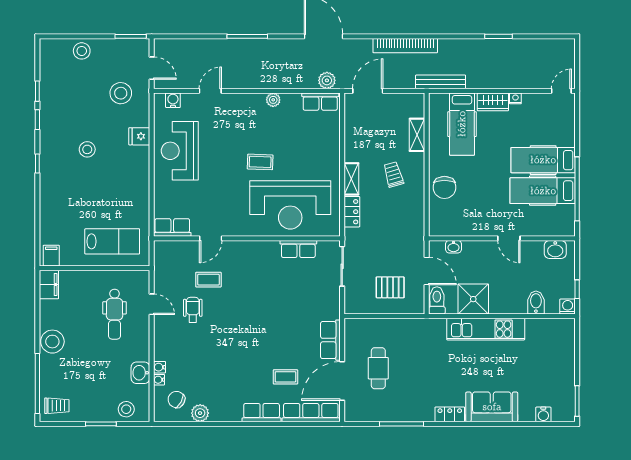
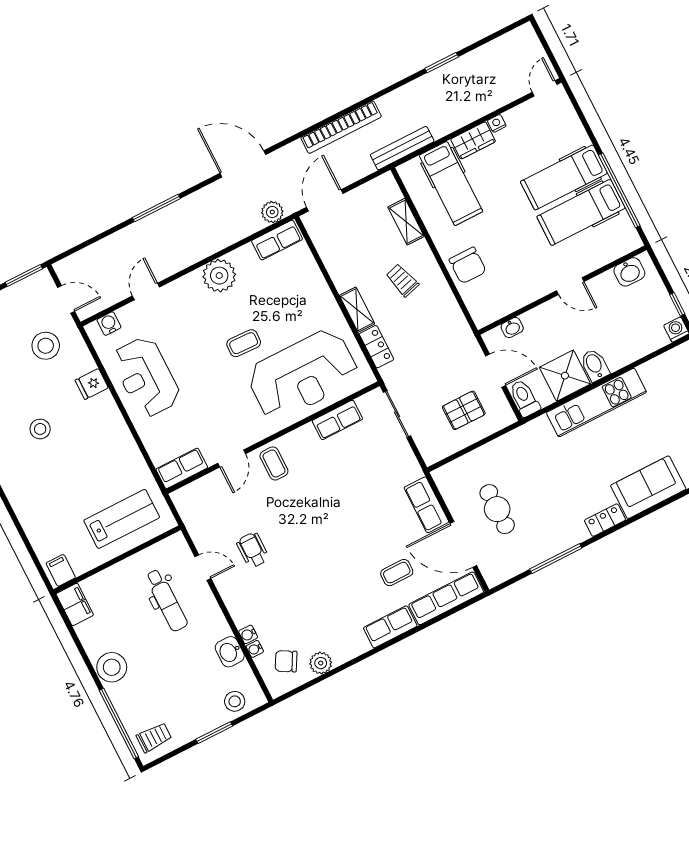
plant: (273, 100) -> (219, 276), width x1.88, depth x1.88
coffee table: (208, 280) -> (274, 463), moved, turned 90
bidet: (536, 302) -> (595, 365), moved
door: (342, 381) -> (463, 544), hinge flipped

